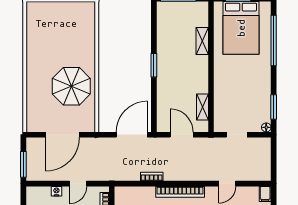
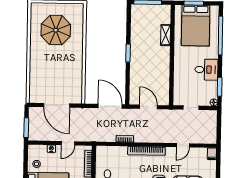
desk: (256, 85) -> (206, 70), added
parasol: (71, 86) -> (56, 30), moved
shelving: (202, 107) -> (165, 86), removed
door: (62, 135) -> (57, 105), hinge flipped
door: (132, 135) -> (110, 106), hinge flipped

